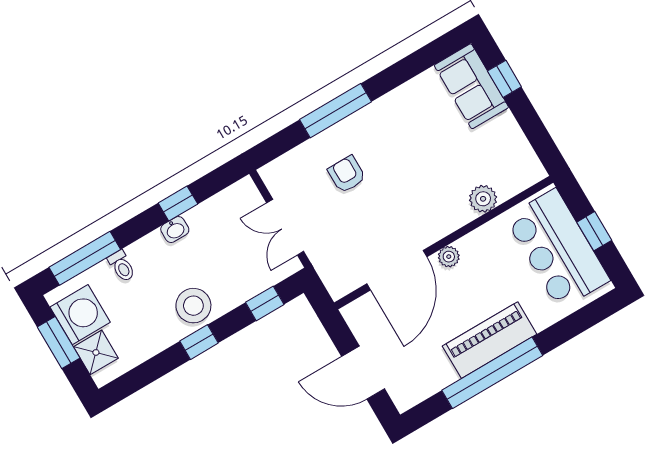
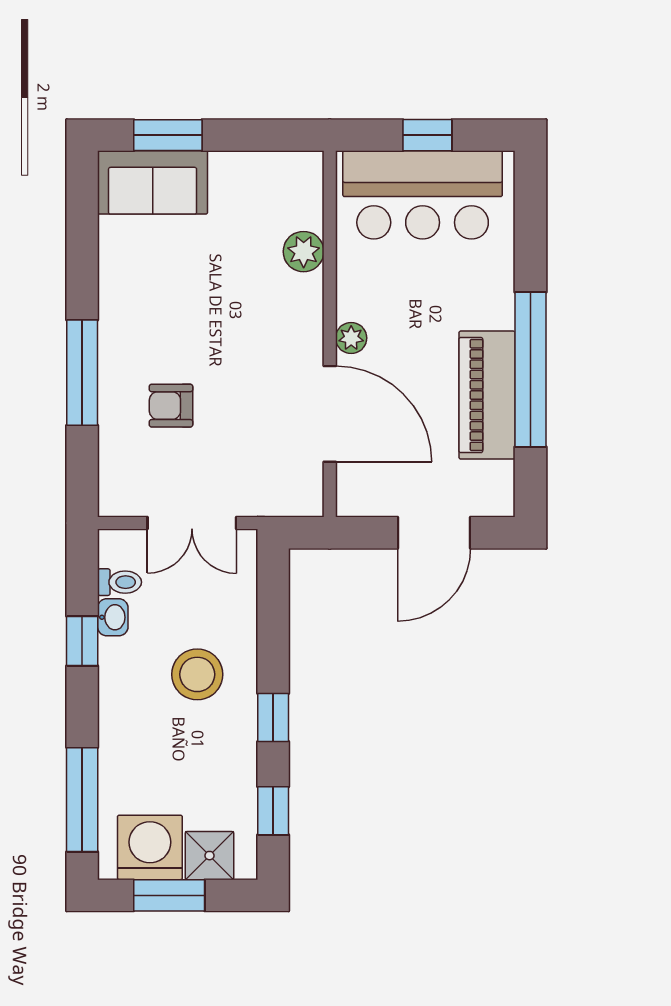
window: (504, 79) -> (168, 135), width x1.50
washbasin: (175, 230) -> (113, 617), moved
toilet: (122, 266) -> (120, 582), moved
window: (265, 303) -> (273, 811), moved
stool: (193, 306) -> (197, 674), moved
piano: (490, 340) -> (487, 395), moved

